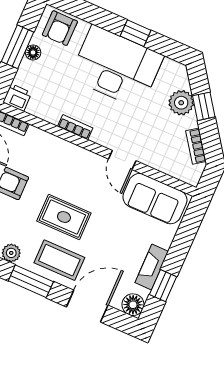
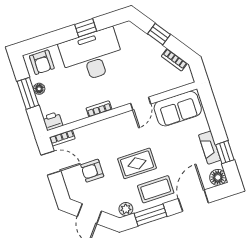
plant: (181, 103) -> (145, 43), removed
door: (122, 160) -> (141, 104), hinge flipped

